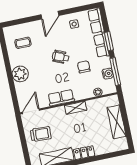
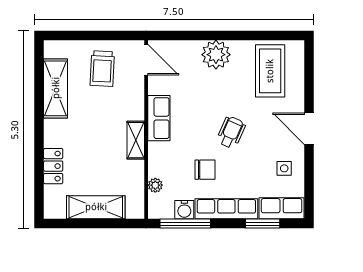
window: (109, 41) -> (263, 224), moved
coffee table: (23, 43) -> (270, 71), width x1.86, depth x1.72
row of seats: (101, 45) -> (226, 209), width x1.48
locker: (84, 153) -> (53, 166), moved

